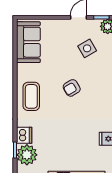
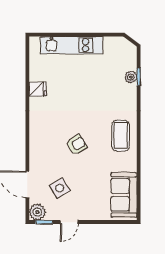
dishwasher: (24, 135) -> (129, 93), removed
plant: (27, 155) -> (131, 77), width x0.53, depth x0.53

